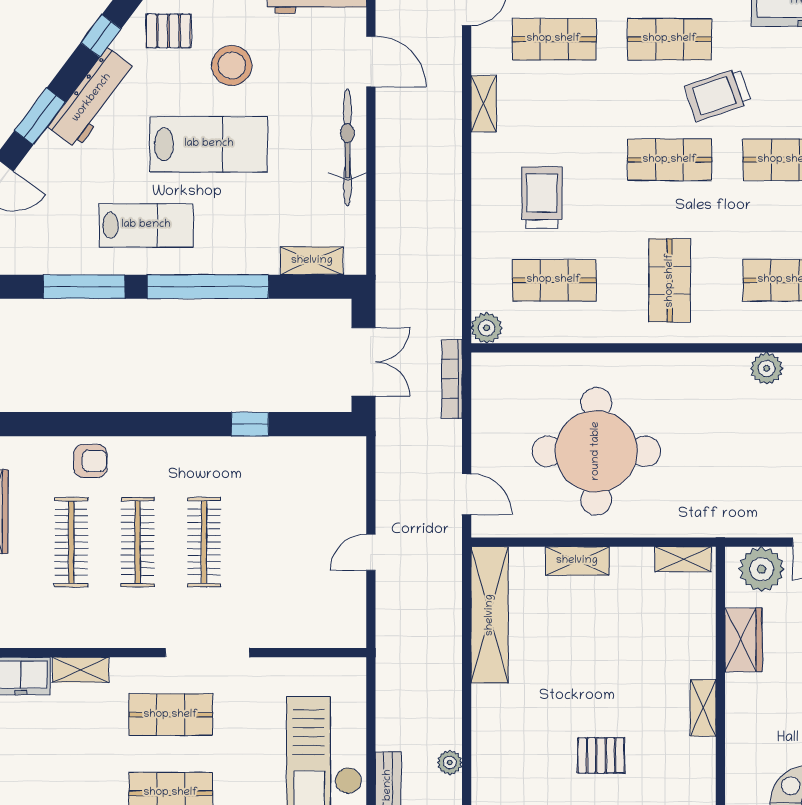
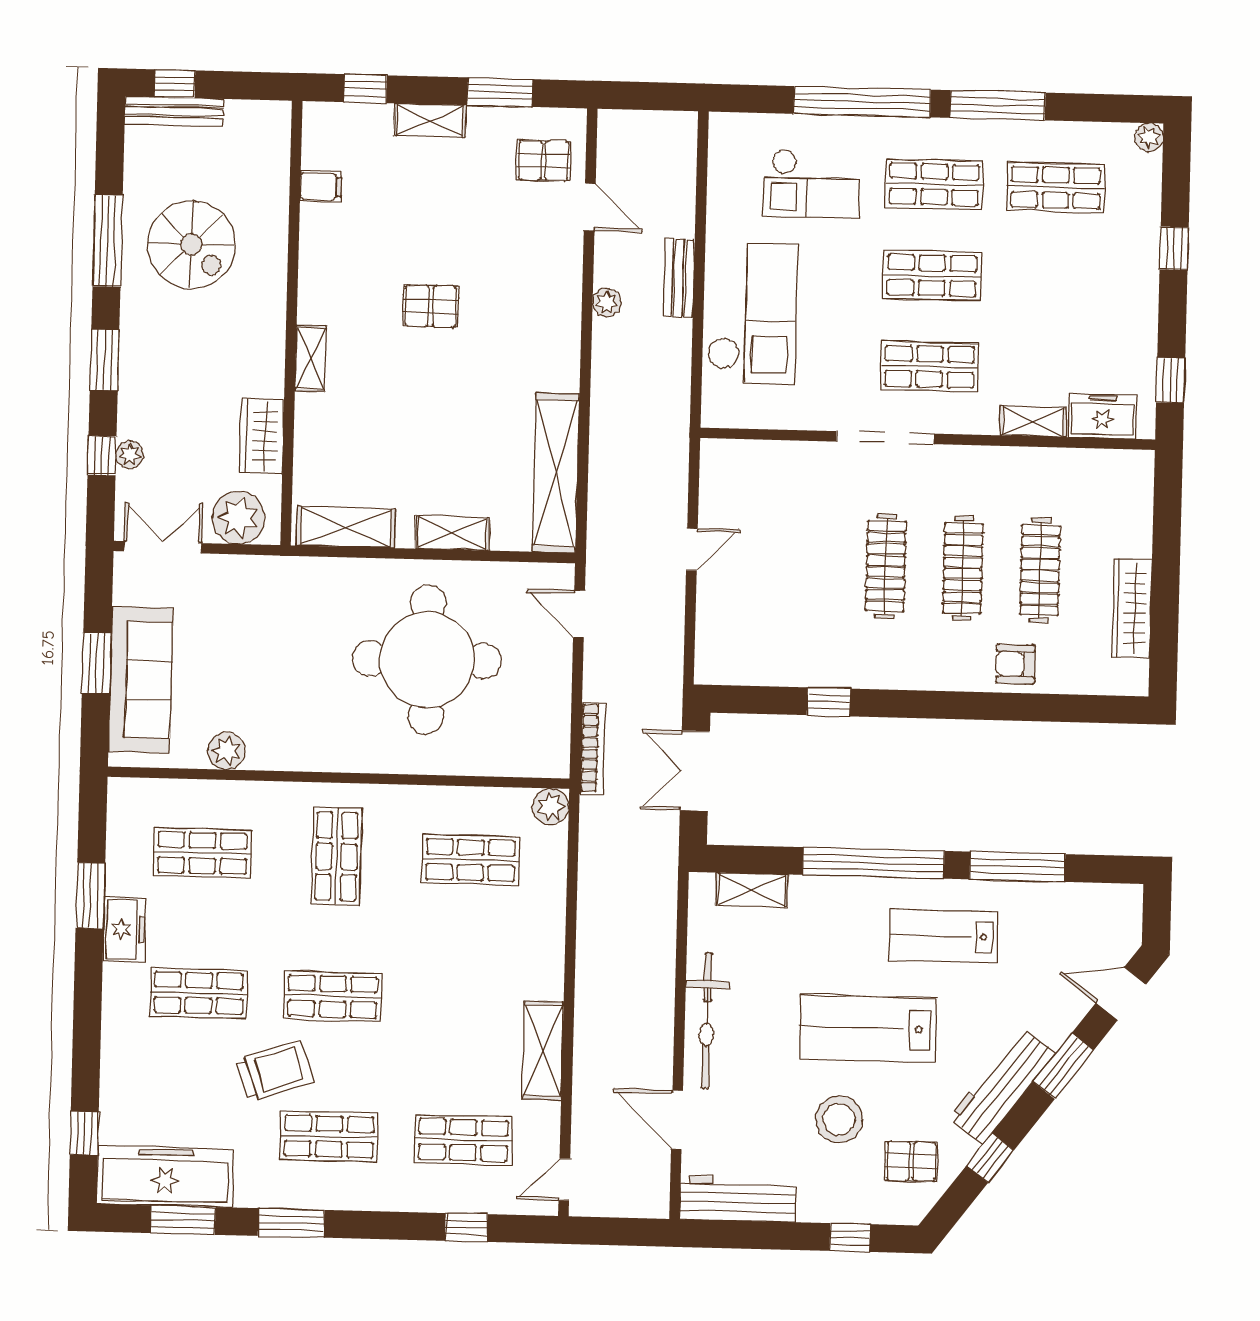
shelving: (484, 104) -> (543, 1051), width x1.50, depth x1.33
trolley: (542, 197) -> (482, 957), removed
shelving: (683, 559) -> (346, 527), width x1.50, depth x1.33

